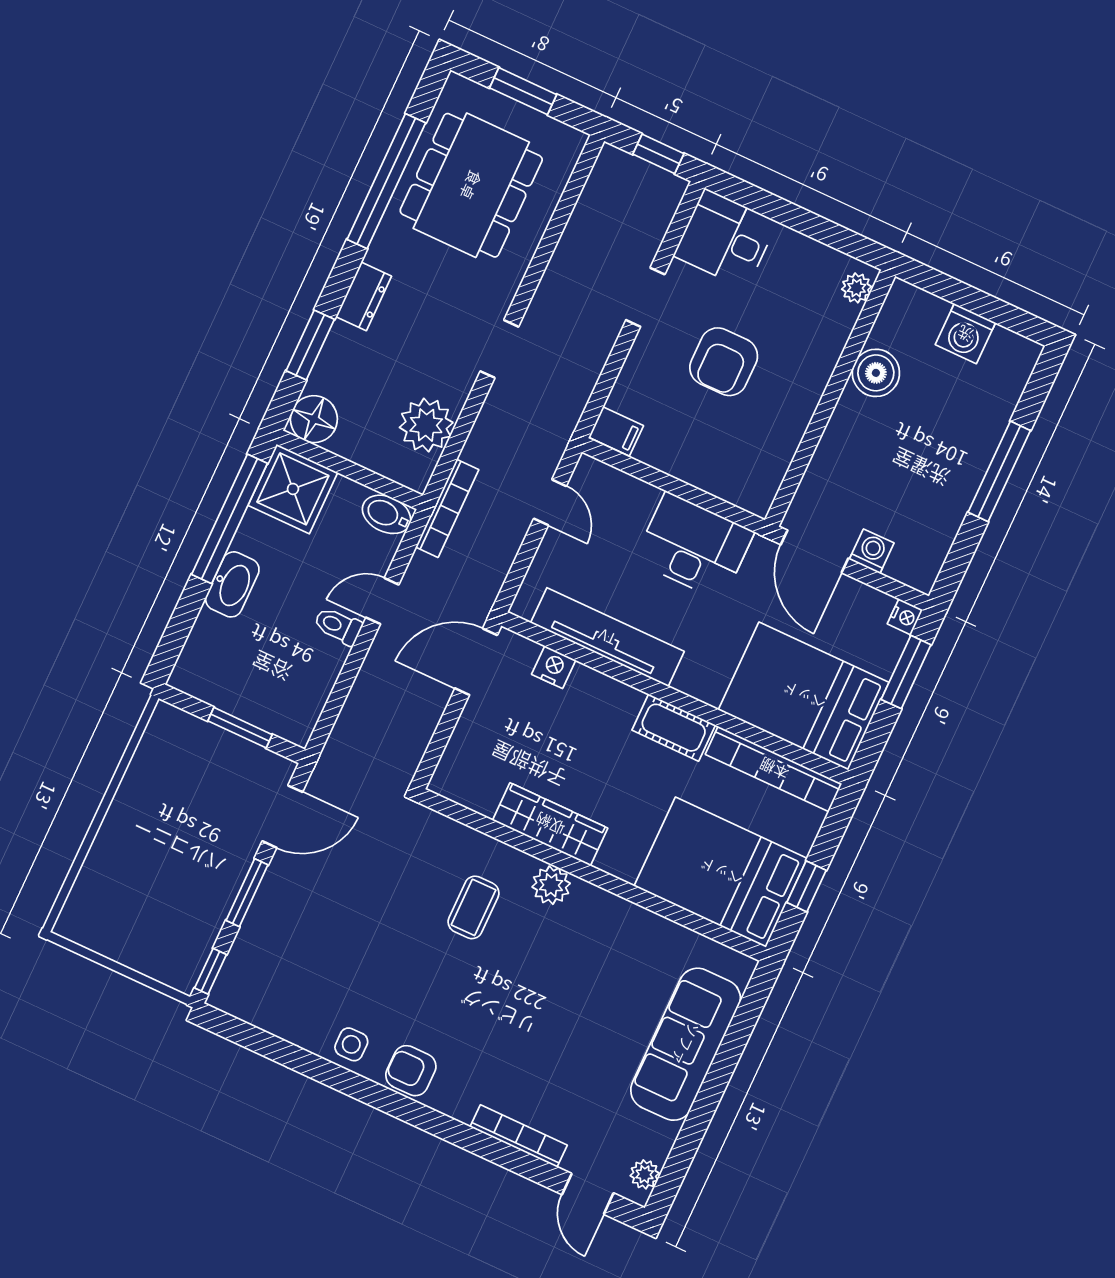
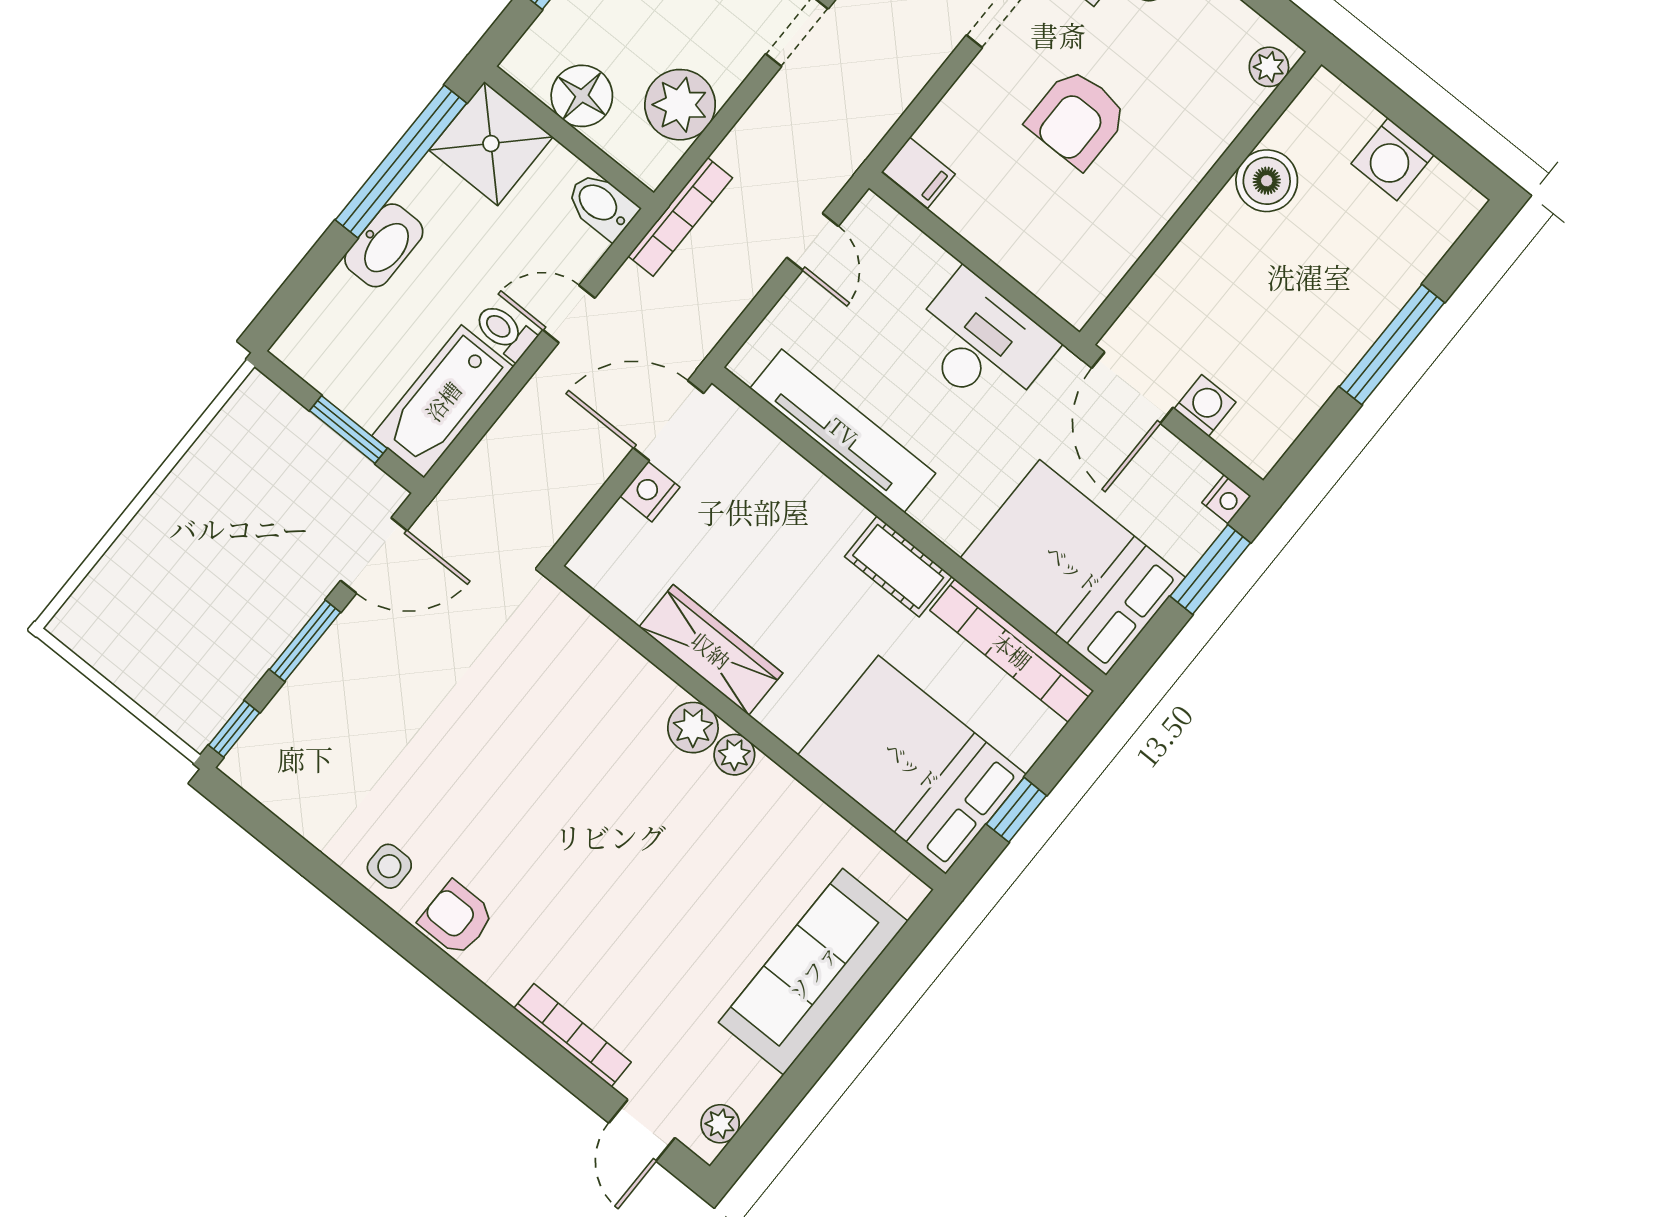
floor lamp: (314, 419) -> (582, 96), moved
nightstand: (554, 667) -> (650, 492), moved, turned -90
bathtub: (305, 689) -> (443, 401), added
plant: (587, 898) -> (734, 755), added
coffee table: (474, 907) -> (588, 731), removed

